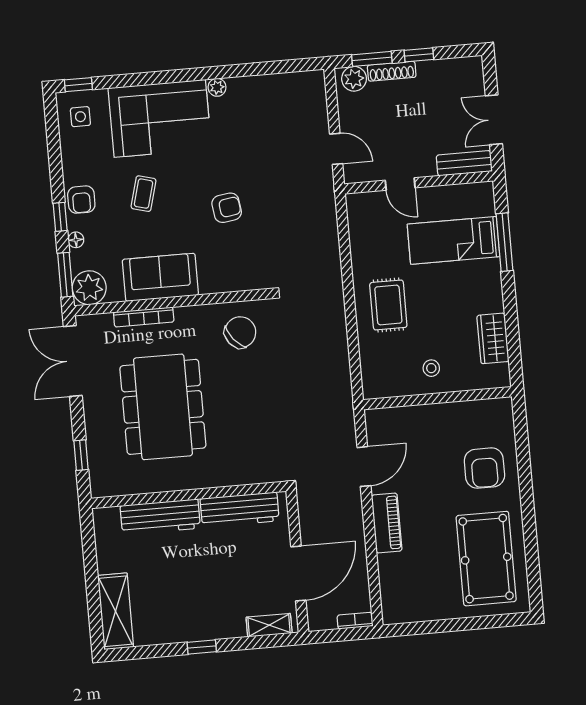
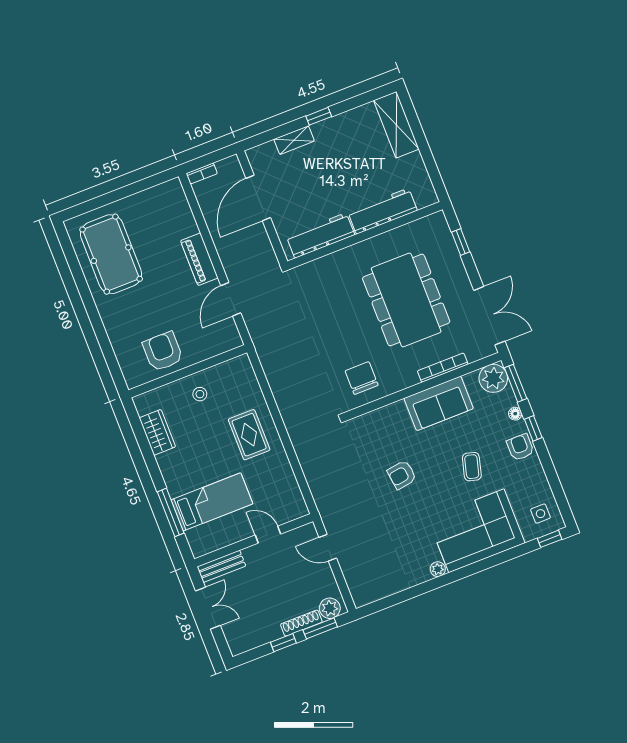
chair: (240, 332) -> (362, 378), turned 129
armchair: (484, 468) -> (163, 352), moved
shelving: (269, 625) -> (294, 140), moved

